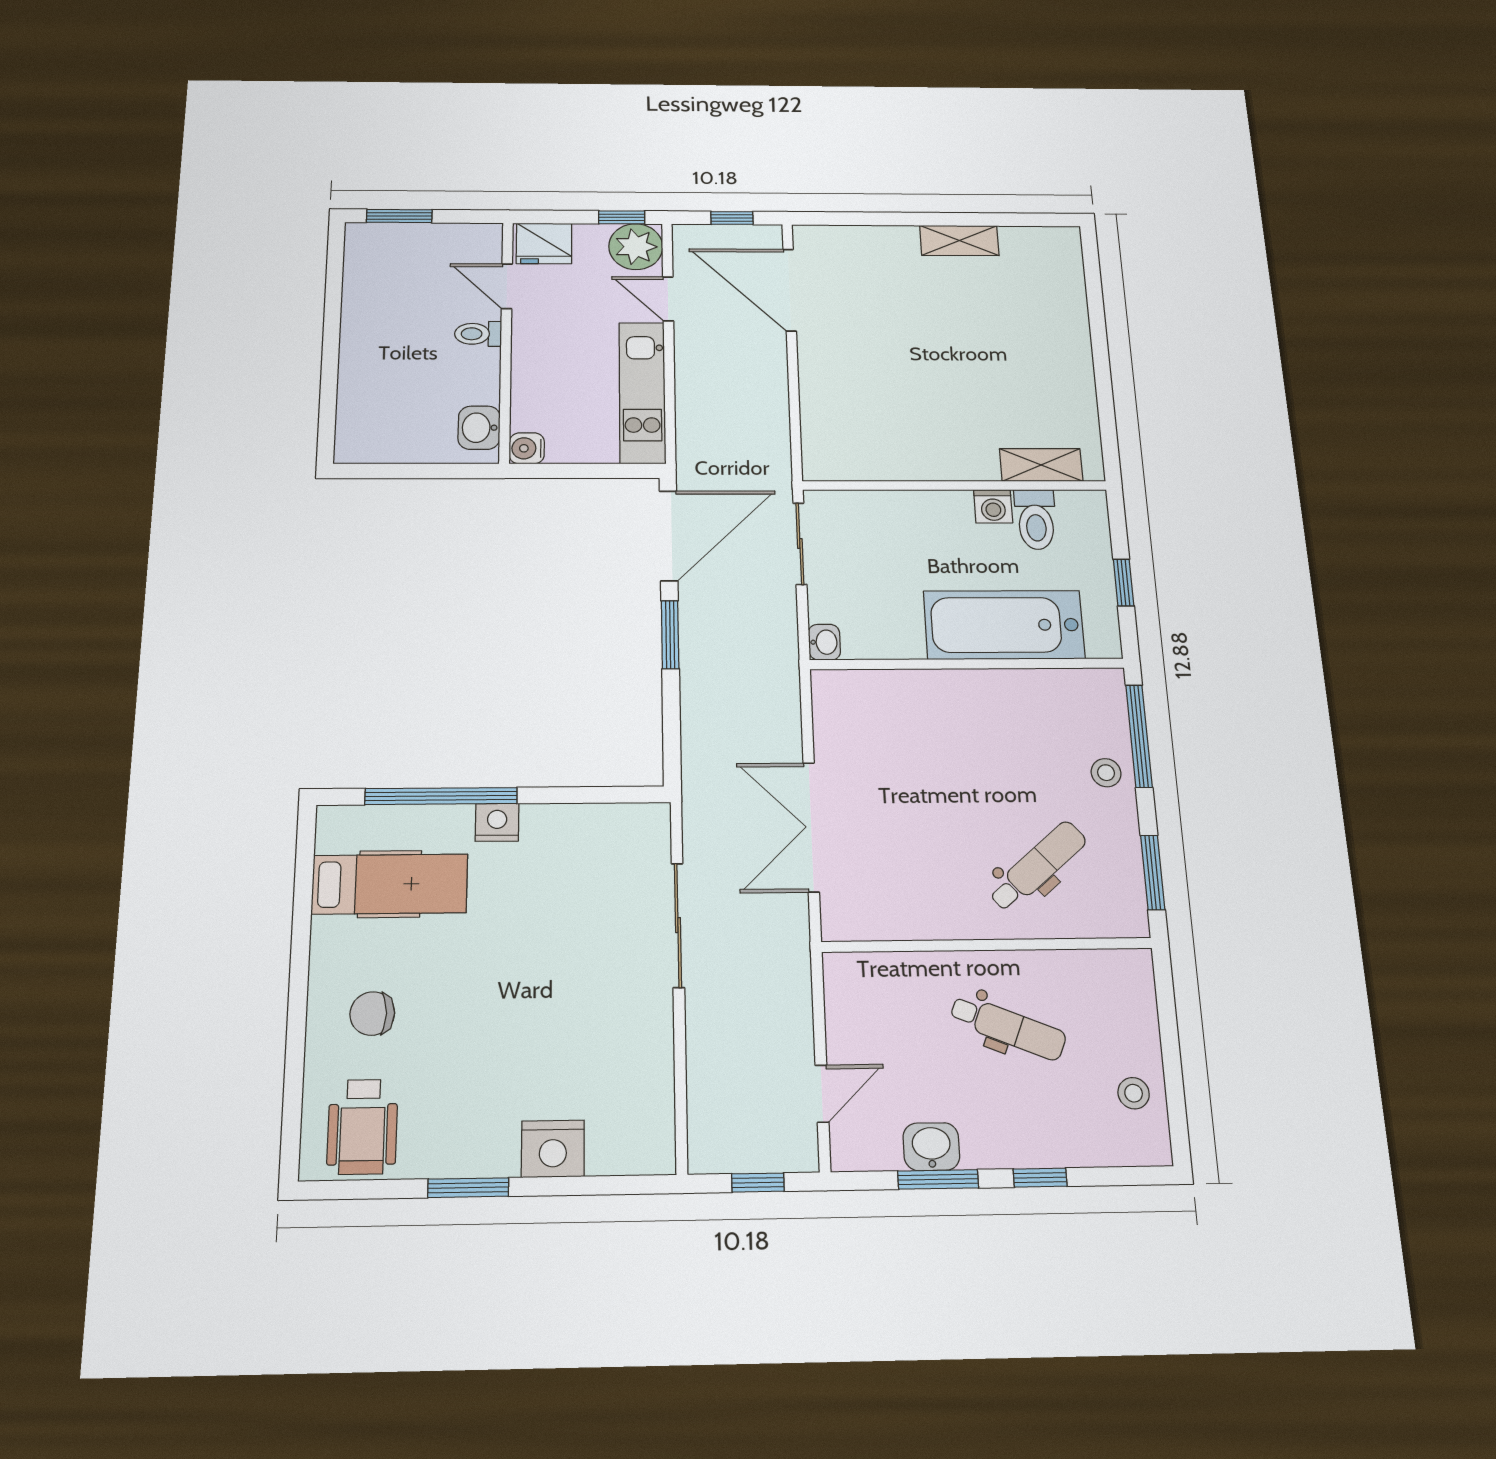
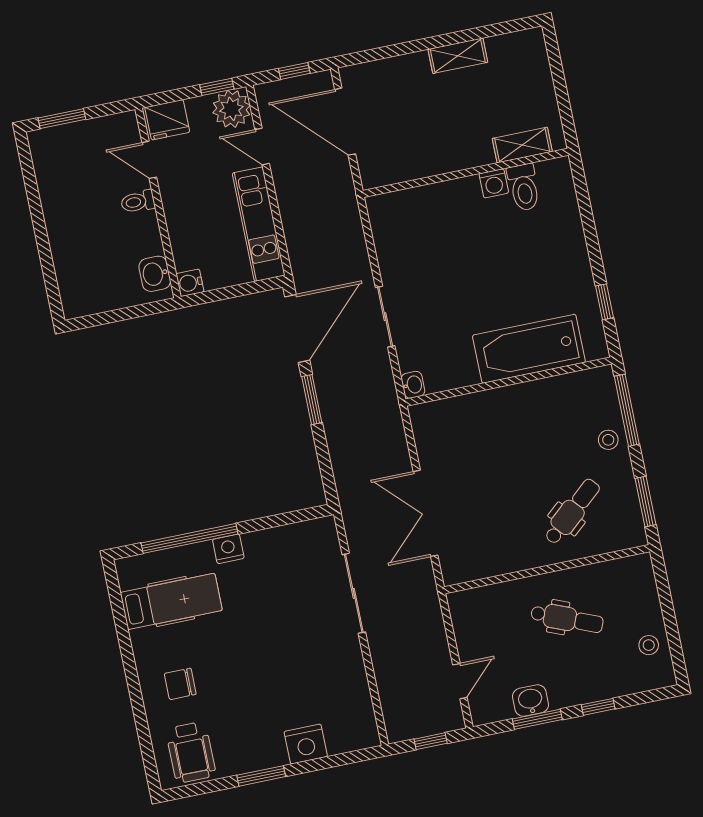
shelving: (1041, 465) -> (522, 145), moved
wall: (955, 486) -> (466, 173), moved
washing machine: (993, 506) -> (494, 183), moved
toilet: (1036, 519) -> (524, 187), moved

